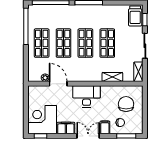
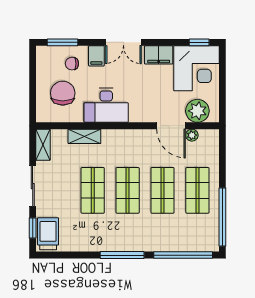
plant: (42, 93) -> (197, 111), added
desk: (86, 96) -> (106, 105), moved
chair: (126, 104) -> (63, 93), turned 180

